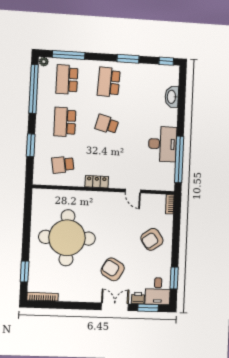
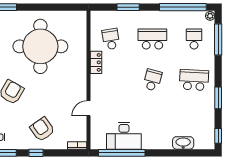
school desk: (67, 80) -> (194, 39), width x0.54
desk: (163, 144) -> (124, 136), moved
locker: (97, 182) -> (96, 62), moved
window: (175, 247) -> (36, 153), added

